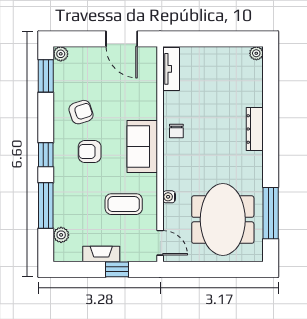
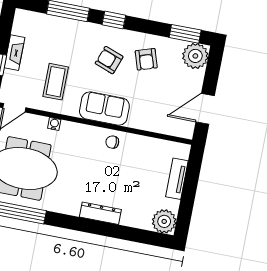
plant: (256, 53) -> (164, 221), width x1.88, depth x1.88
plant: (61, 54) -> (195, 56), width x1.88, depth x1.88
tv unit: (171, 69) -> (177, 179), moved, turned 90
armchair: (90, 152) -> (109, 60), turned -70
plant: (61, 235) -> (39, 20), removed

